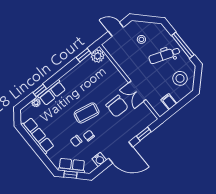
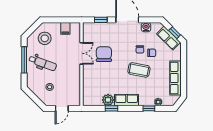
door: (116, 29) -> (62, 108), hinge flipped
window: (84, 55) -> (111, 108), moved
plant: (98, 56) -> (108, 100), moved
row of seats: (52, 93) -> (127, 100), moved
coffee table: (87, 113) -> (139, 70), moved

